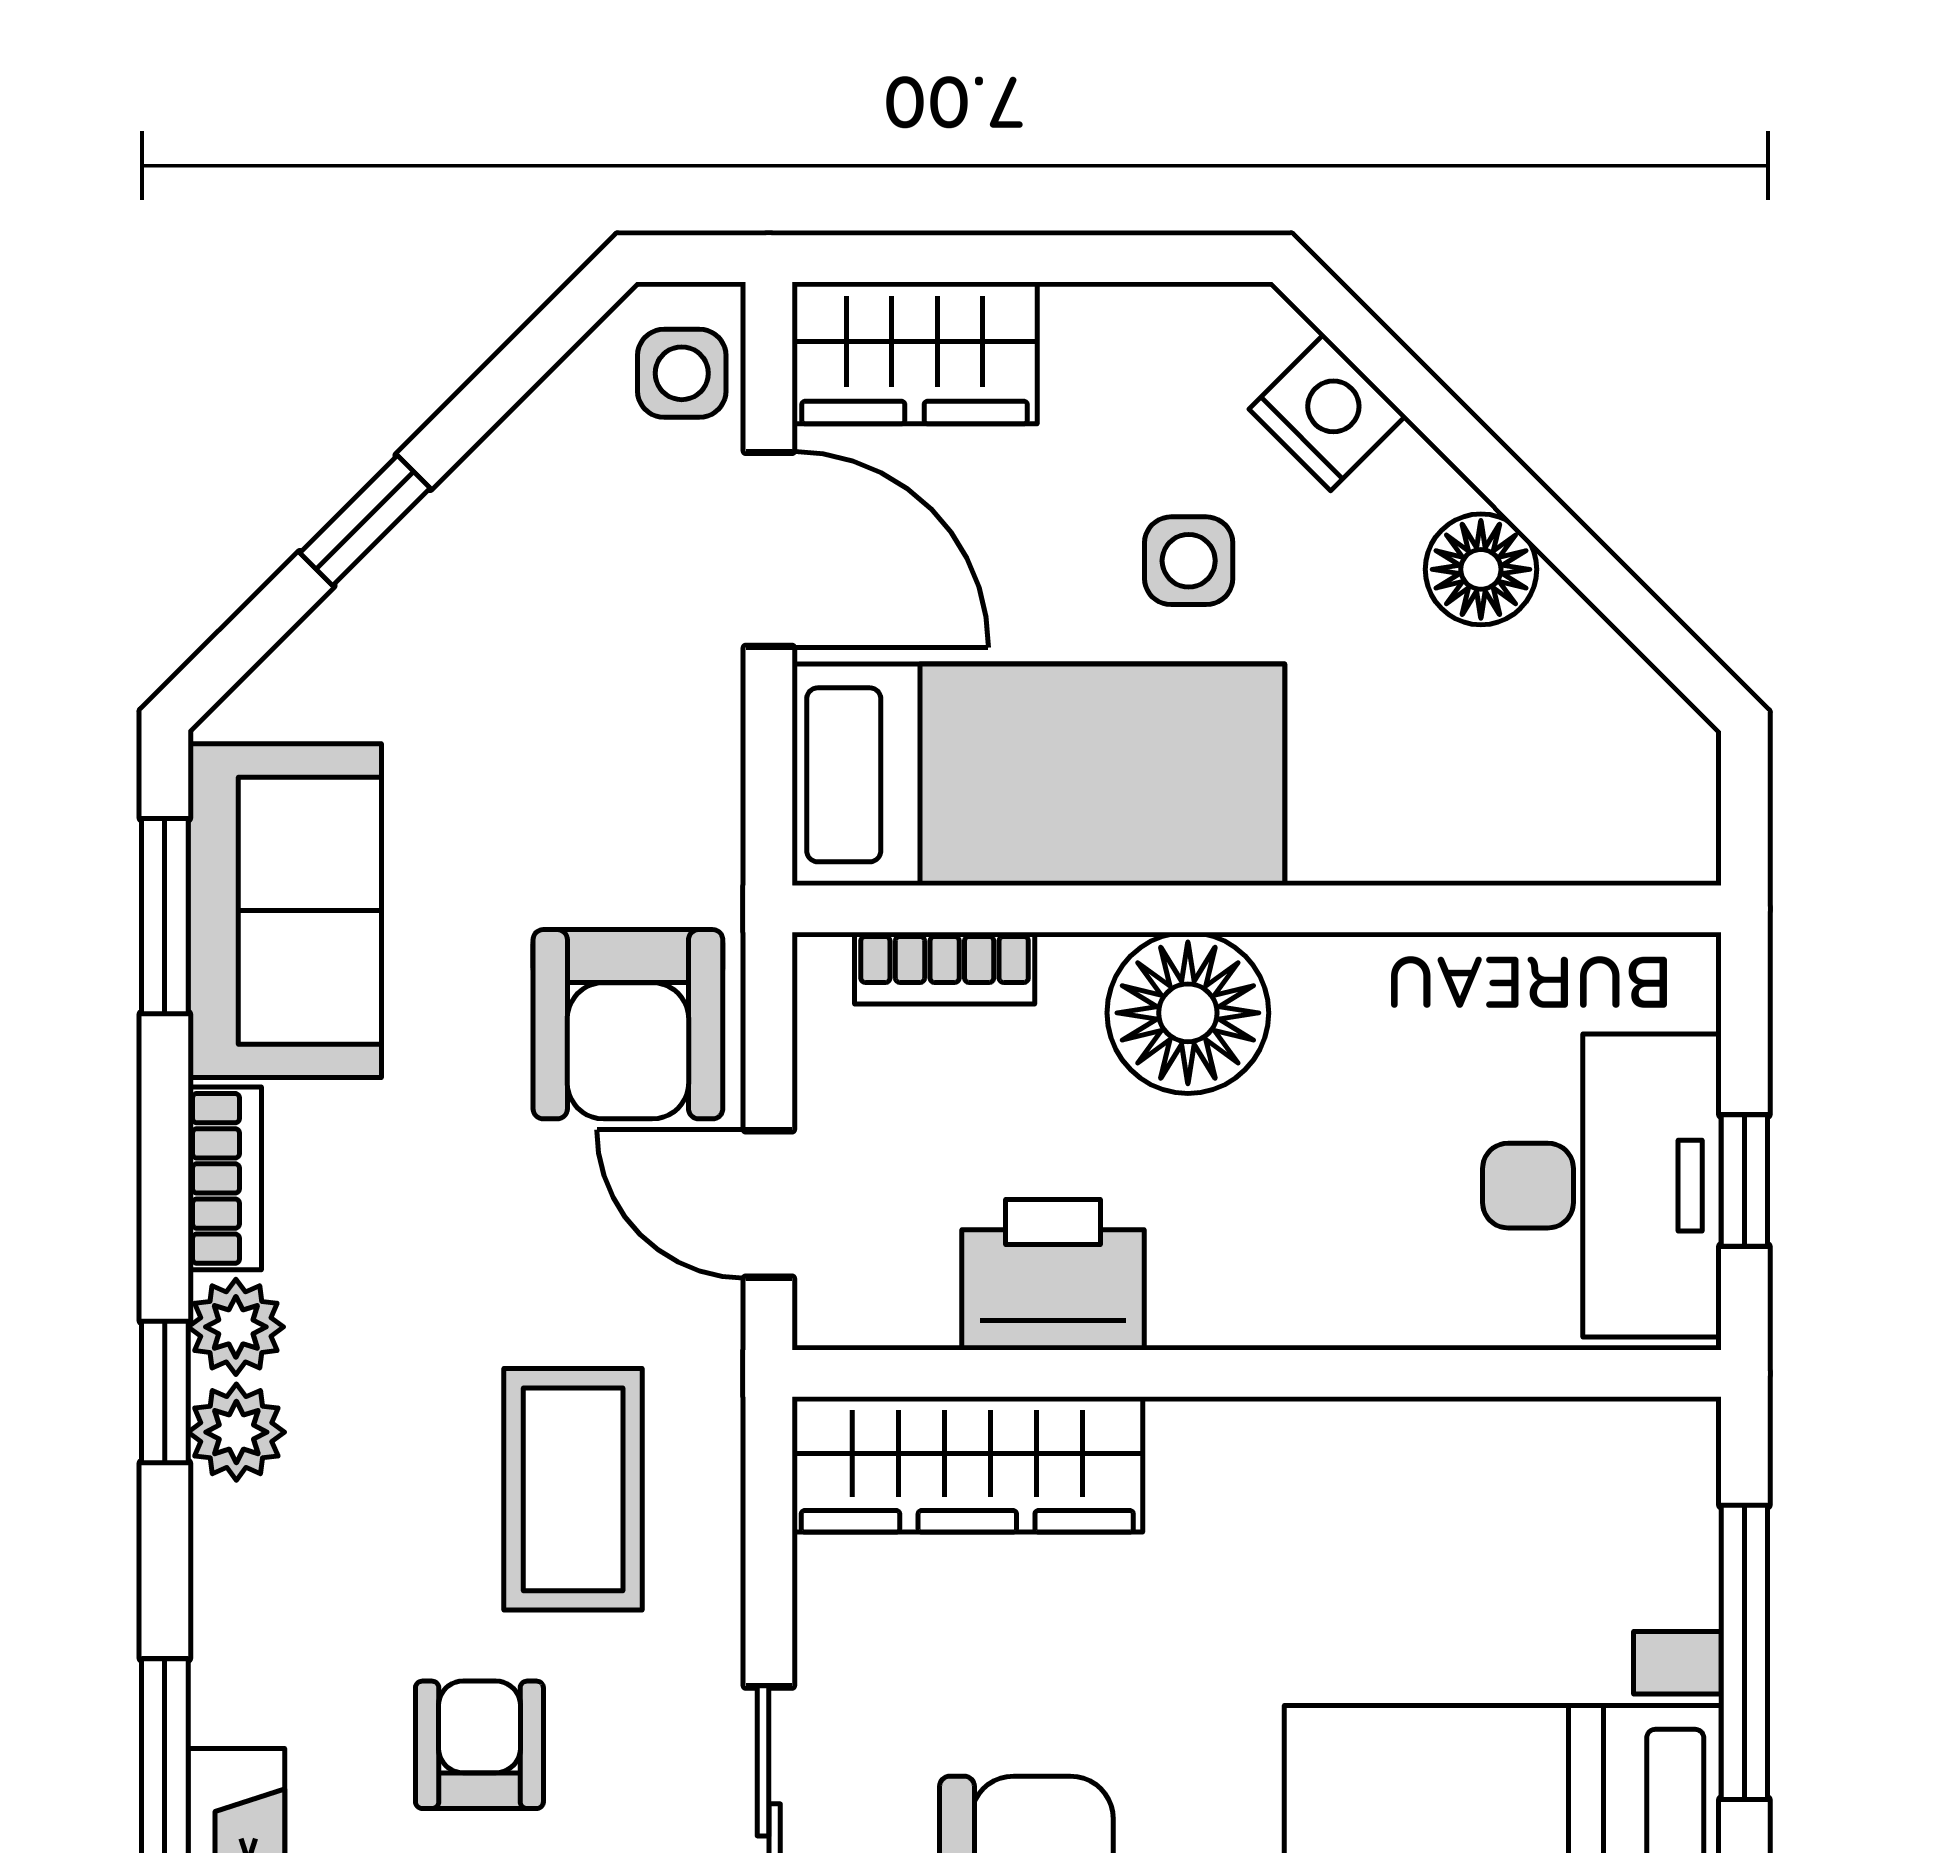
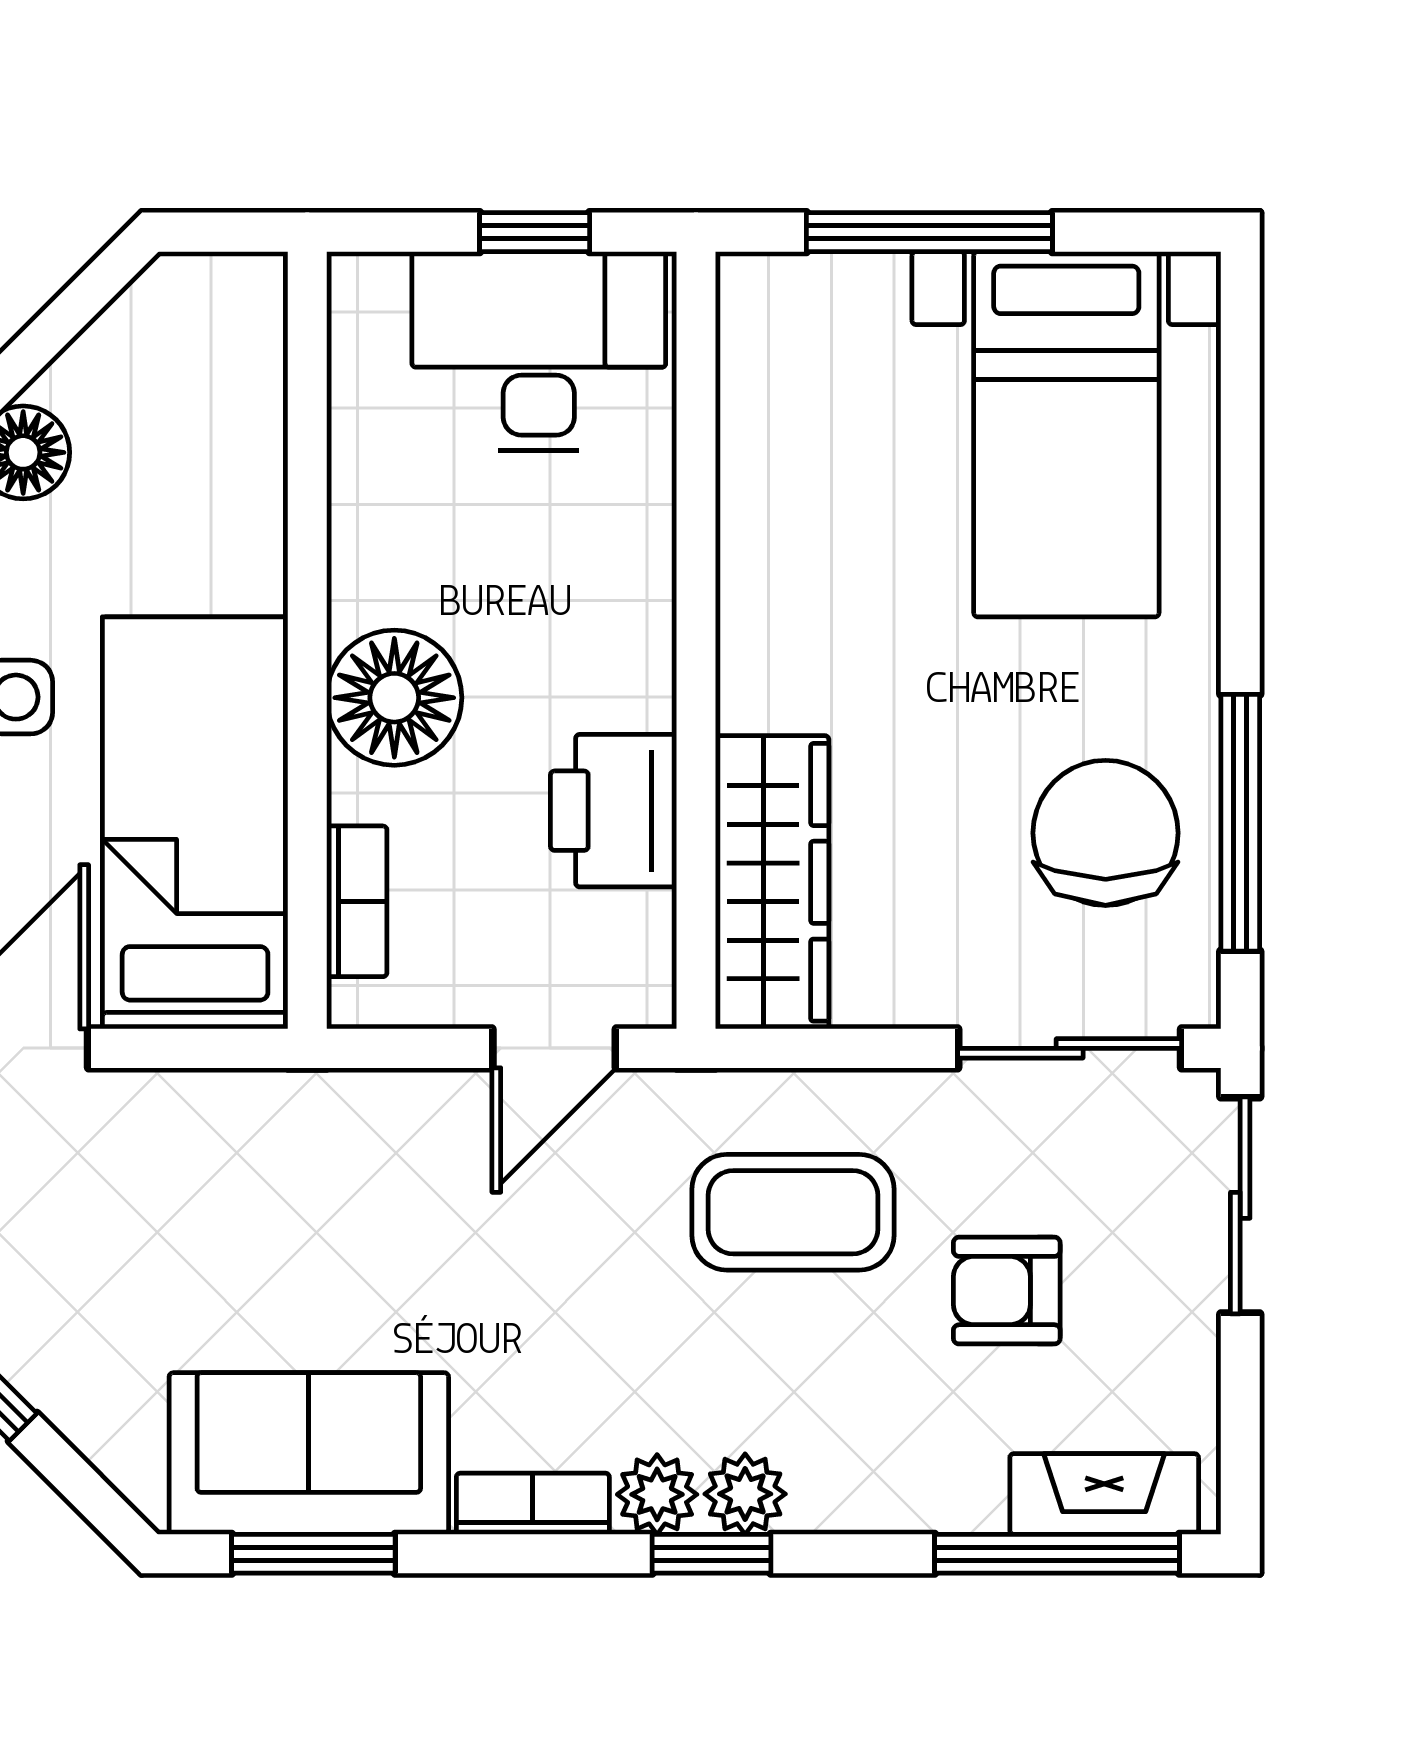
armchair: (628, 1024) -> (404, 1166), removed

